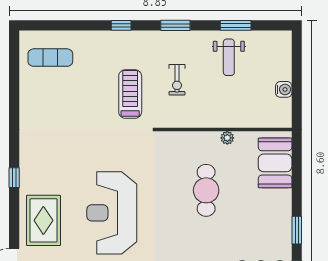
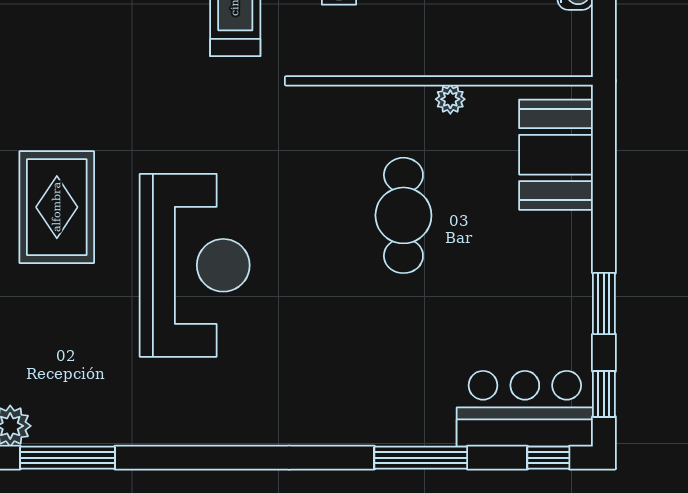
reception desk: (112, 213) -> (195, 265), turned 180
rug: (43, 220) -> (57, 207), moved

